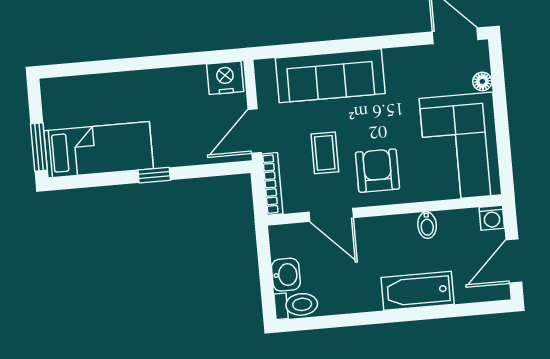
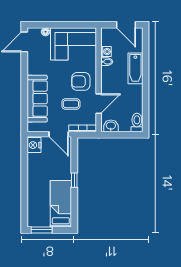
window: (39, 147) -> (42, 230), moved
washing machine: (492, 218) -> (106, 52), moved
washbasin: (286, 275) -> (111, 126), moved

